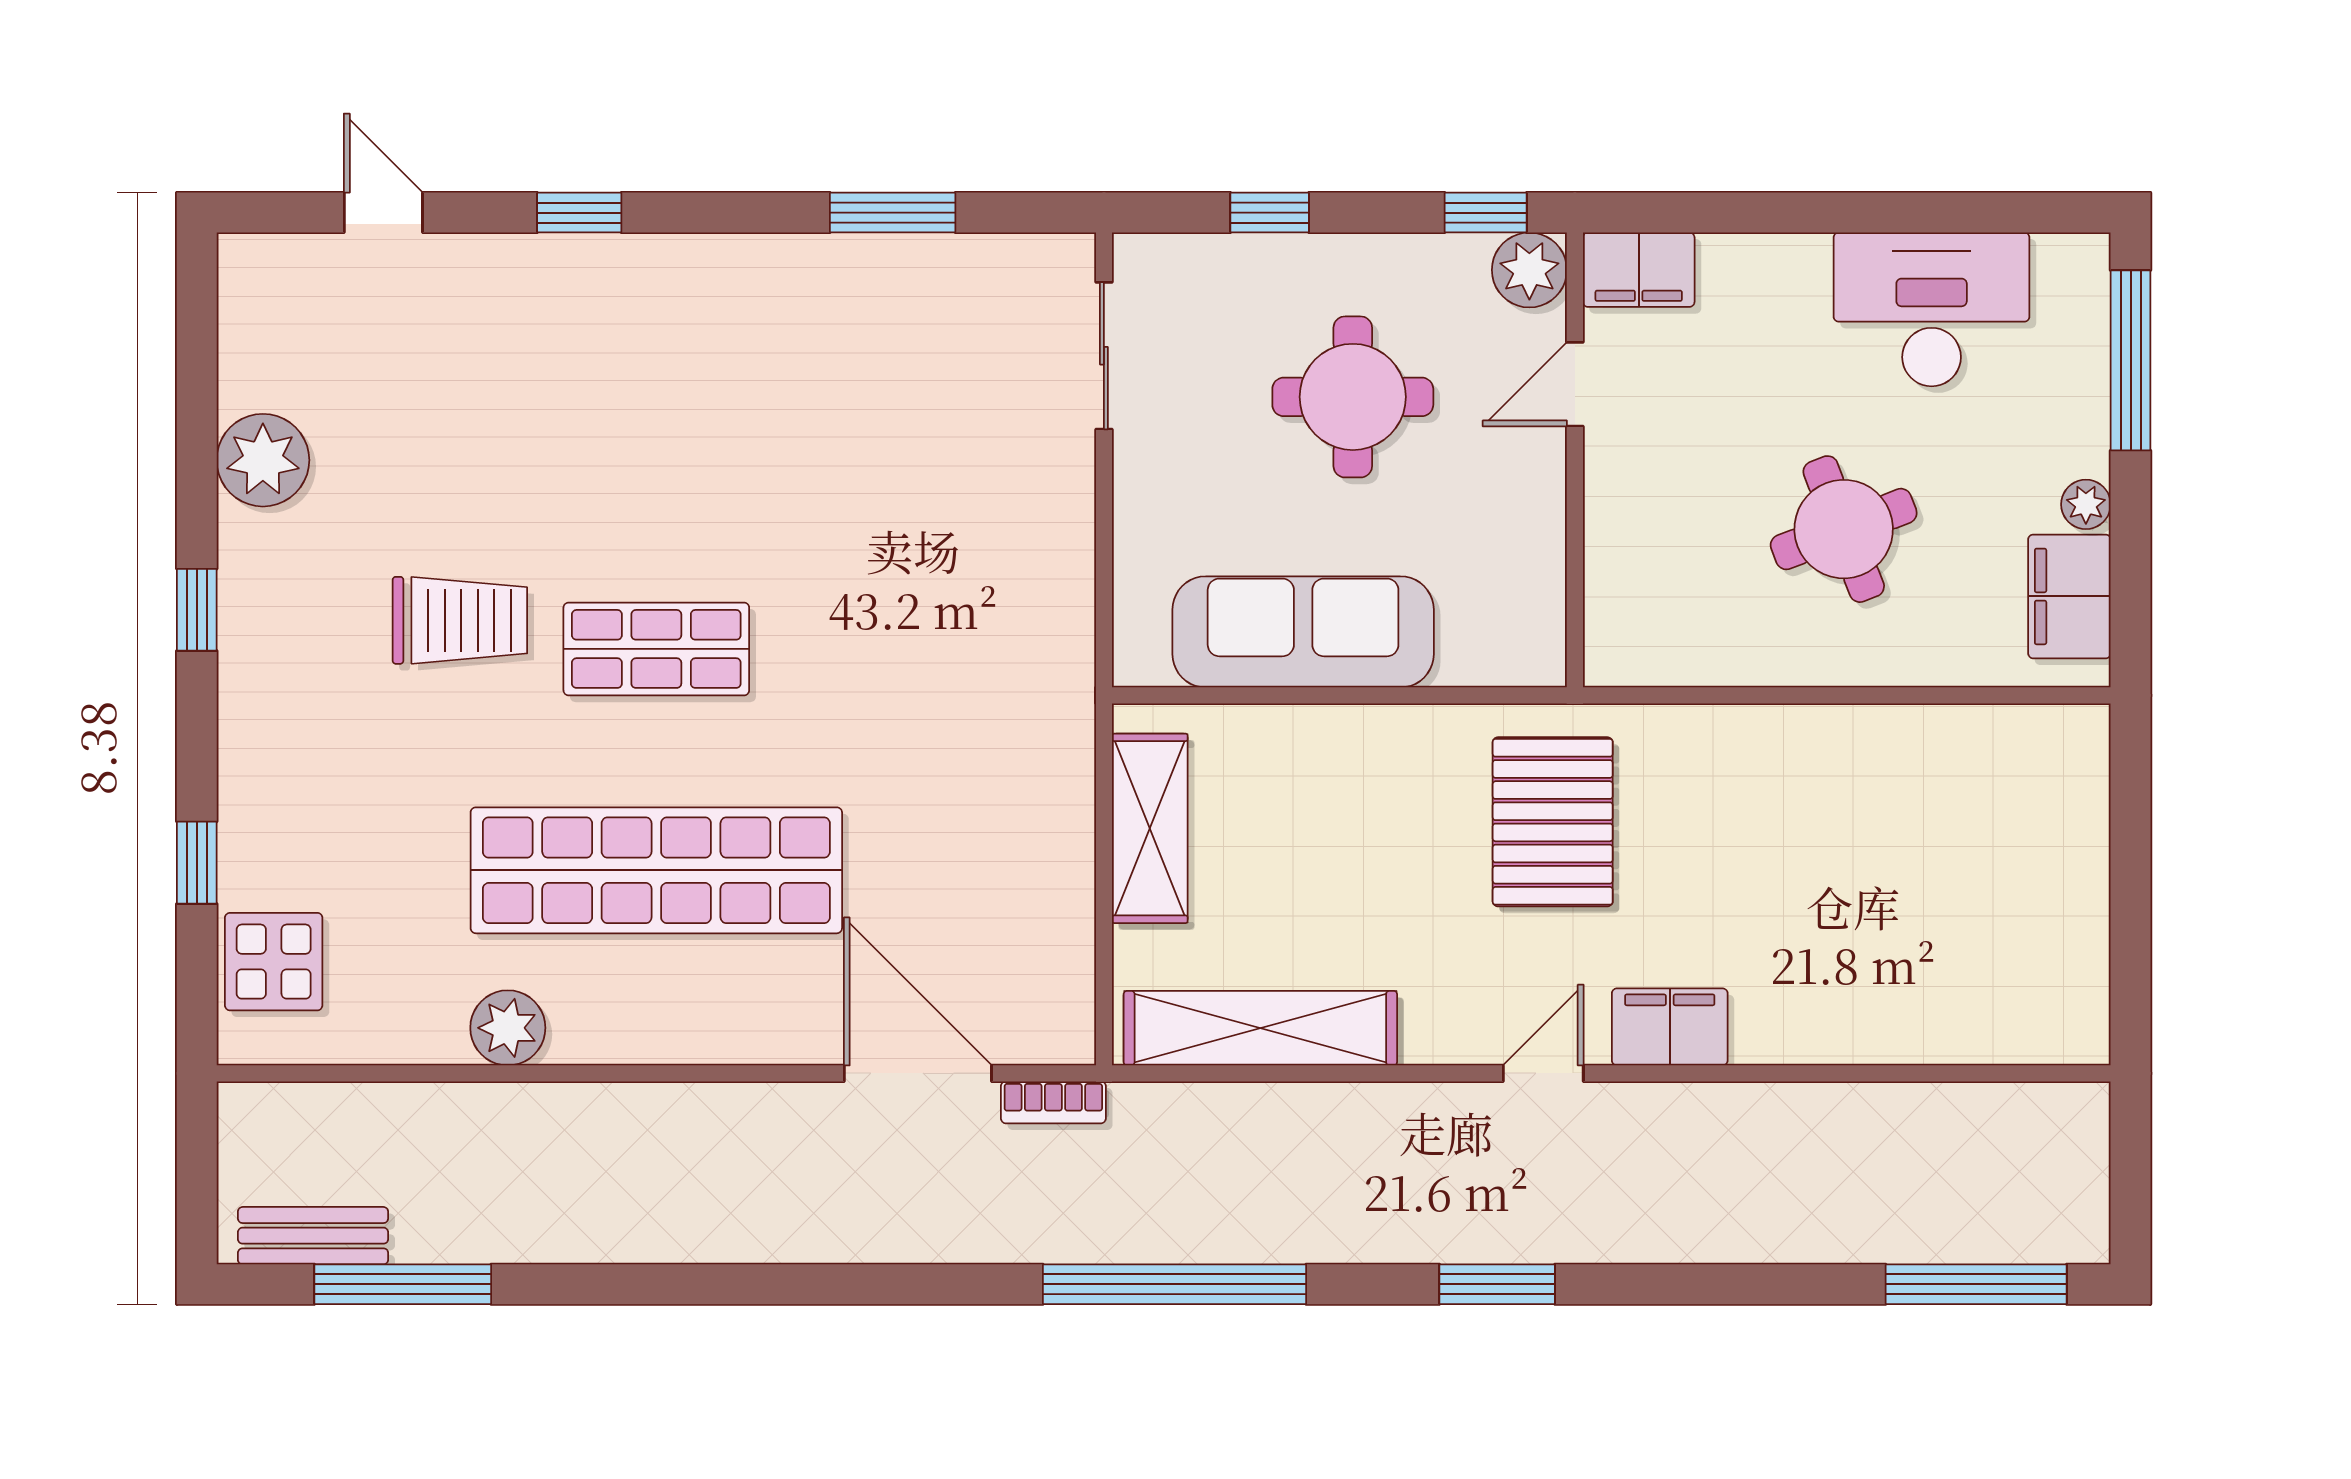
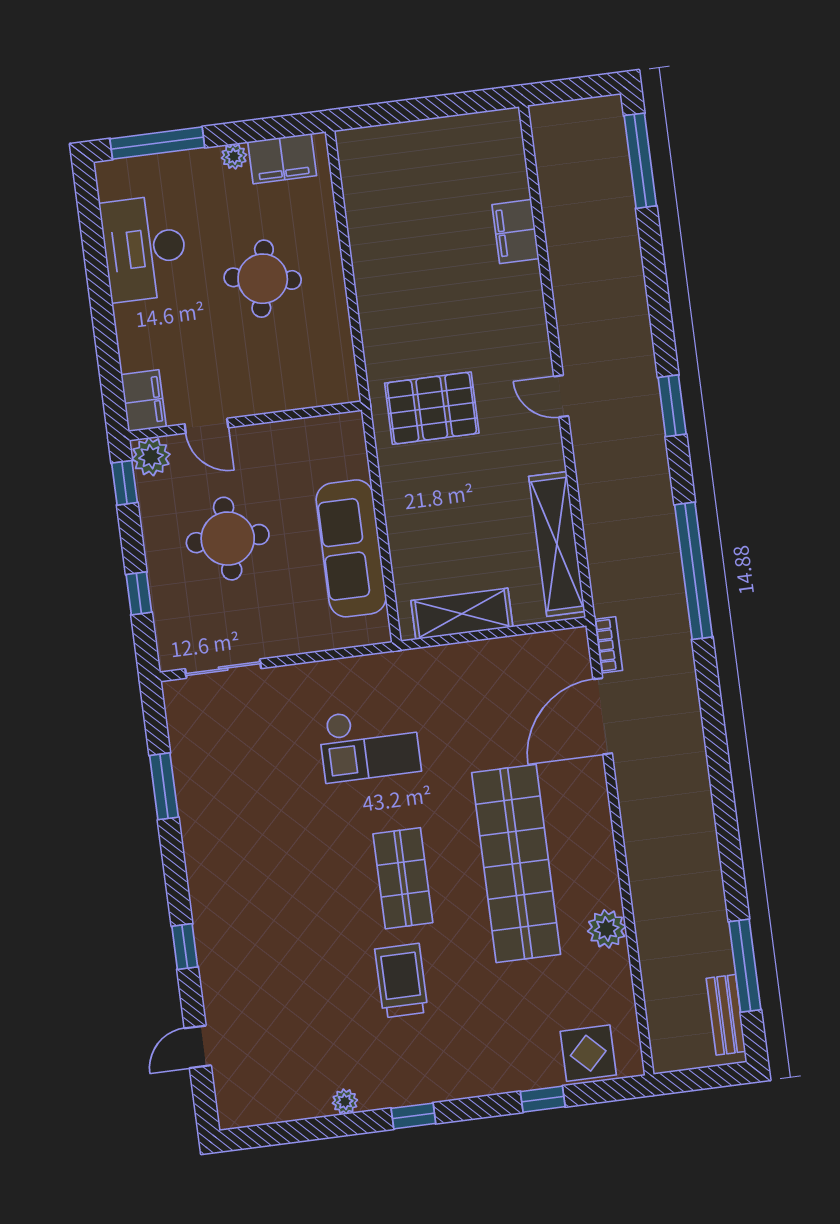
plant: (263, 460) -> (345, 1102), width x0.53, depth x0.53
round table: (1844, 529) -> (263, 279), turned 31
checkout: (923, 618) -> (369, 744), added
filing cabinet: (1670, 1027) -> (516, 232), moved

